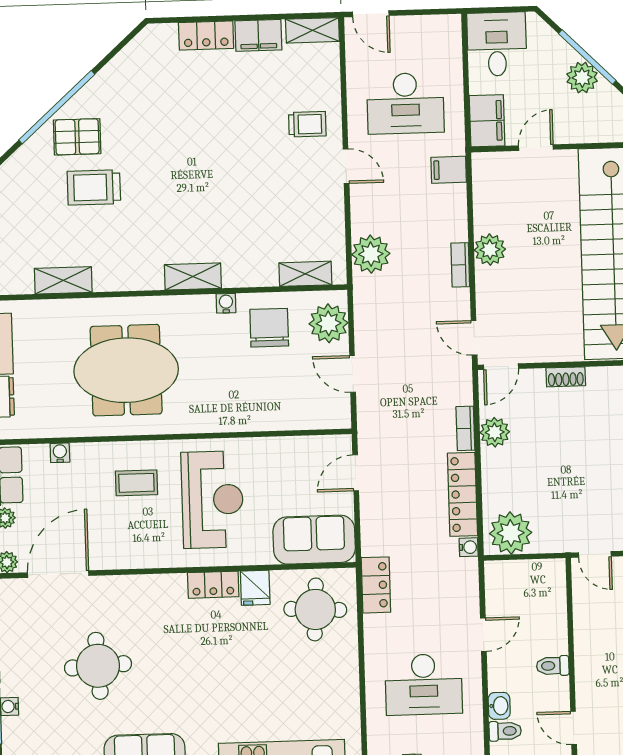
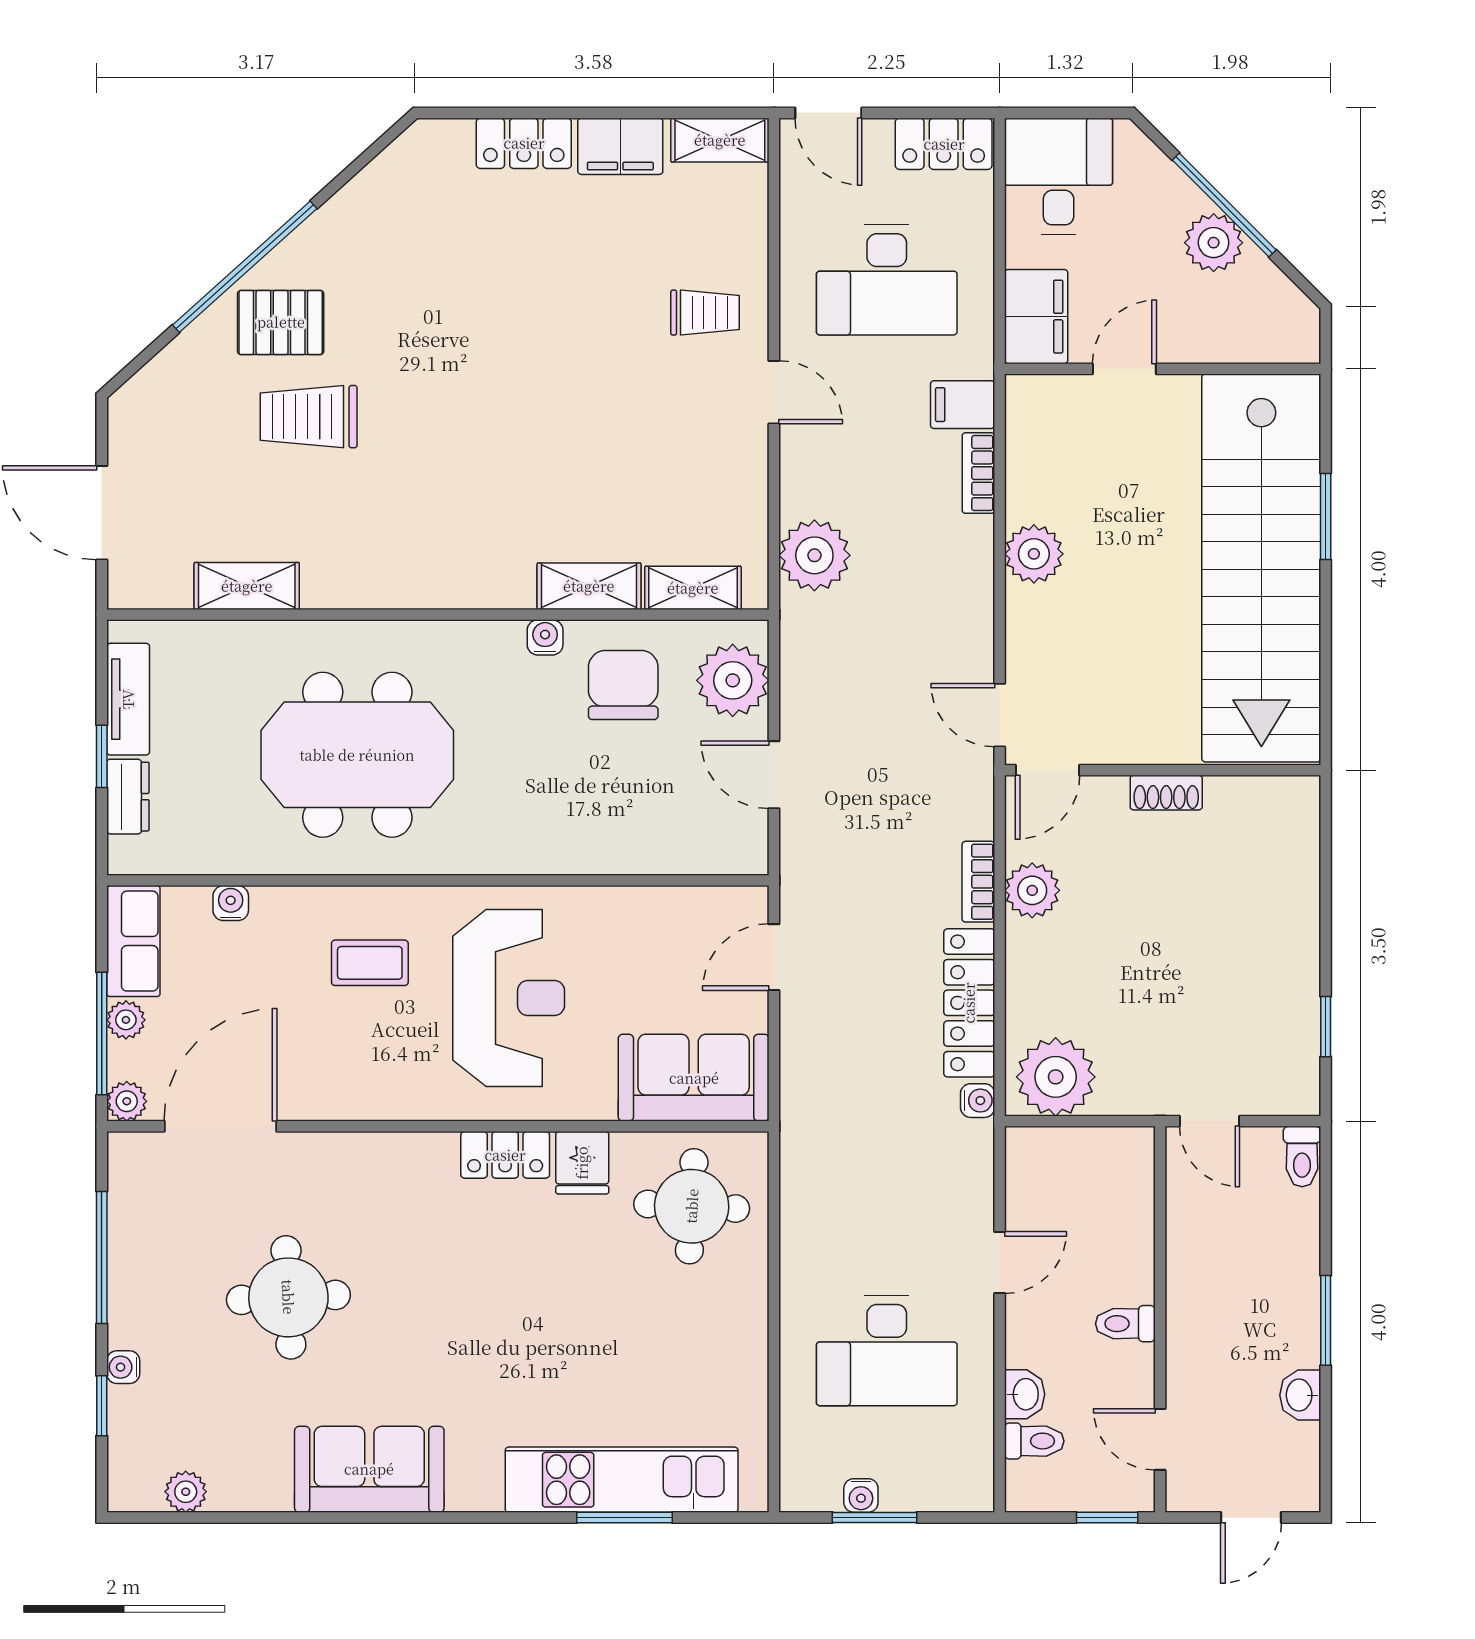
bookcase: (460, 265) -> (978, 473), moved
shelving: (193, 276) -> (589, 586), moved
locker: (376, 585) -> (944, 144), moved, turned 90

